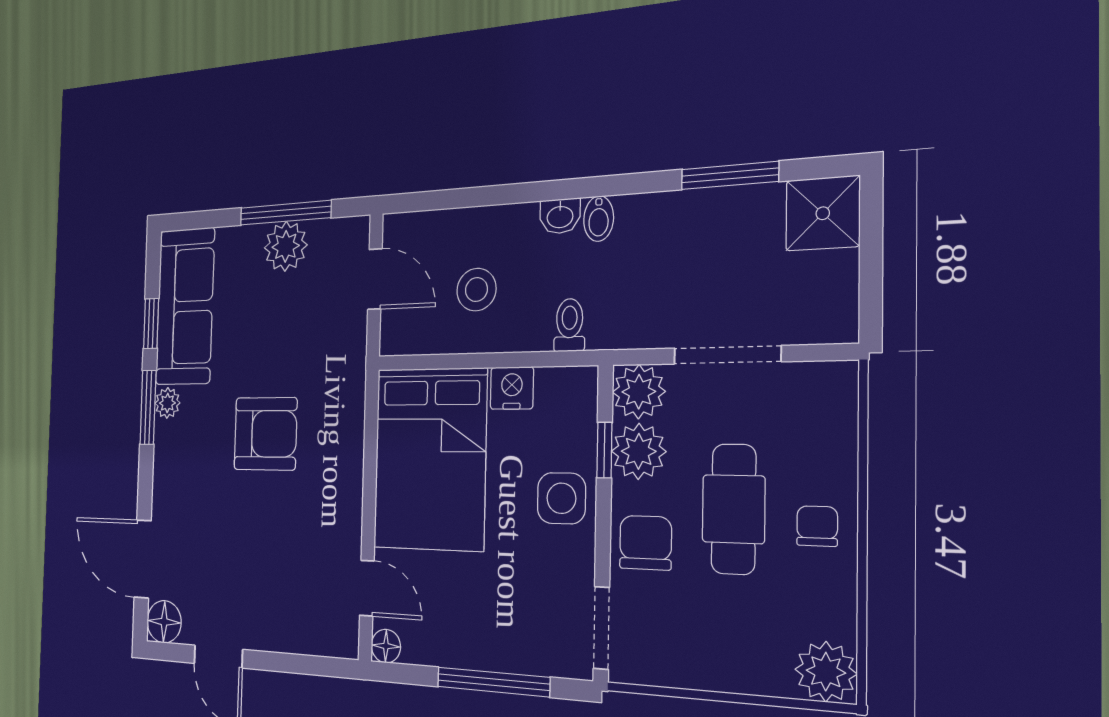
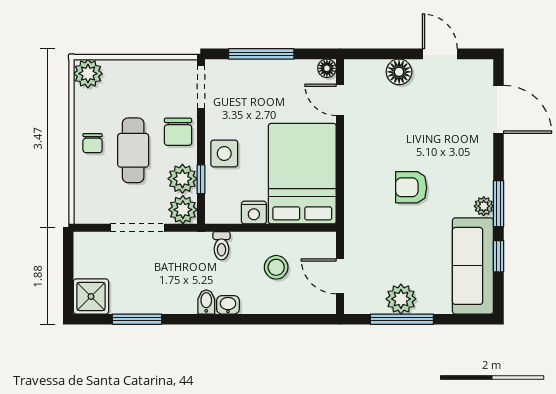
armchair: (265, 434) -> (411, 187), width x0.72, depth x0.72
floor lamp: (164, 622) -> (399, 72), moved

